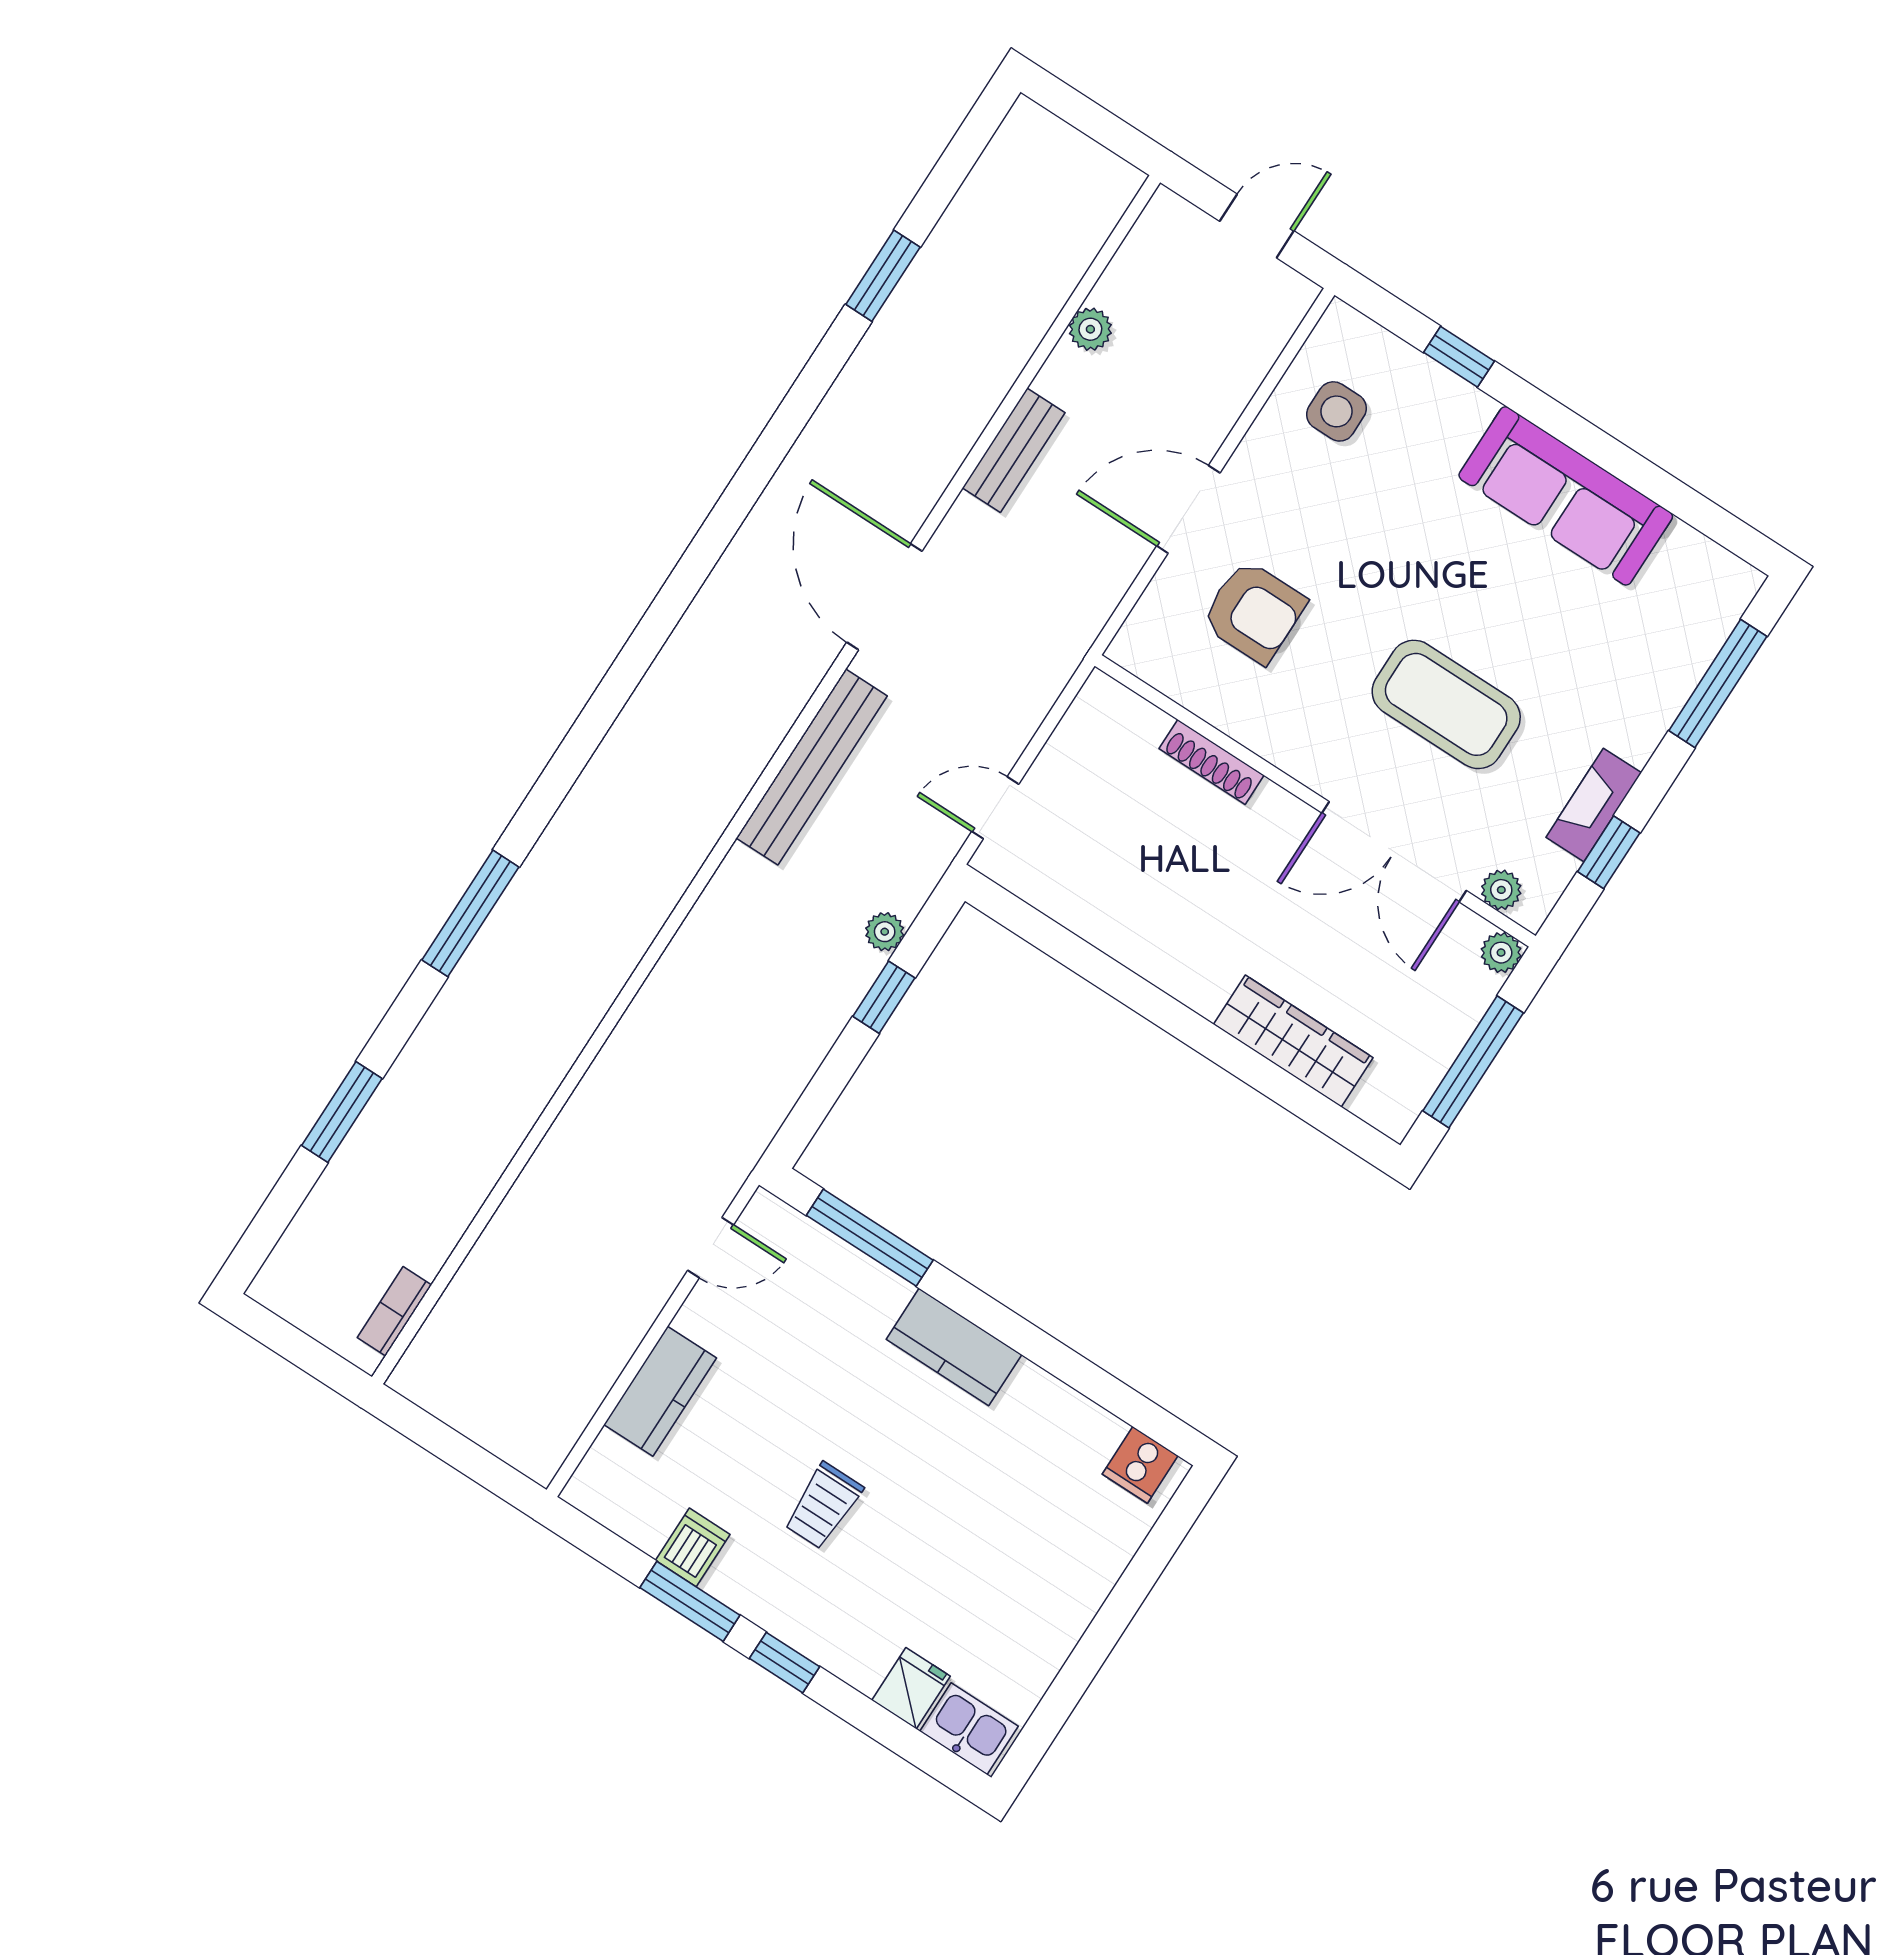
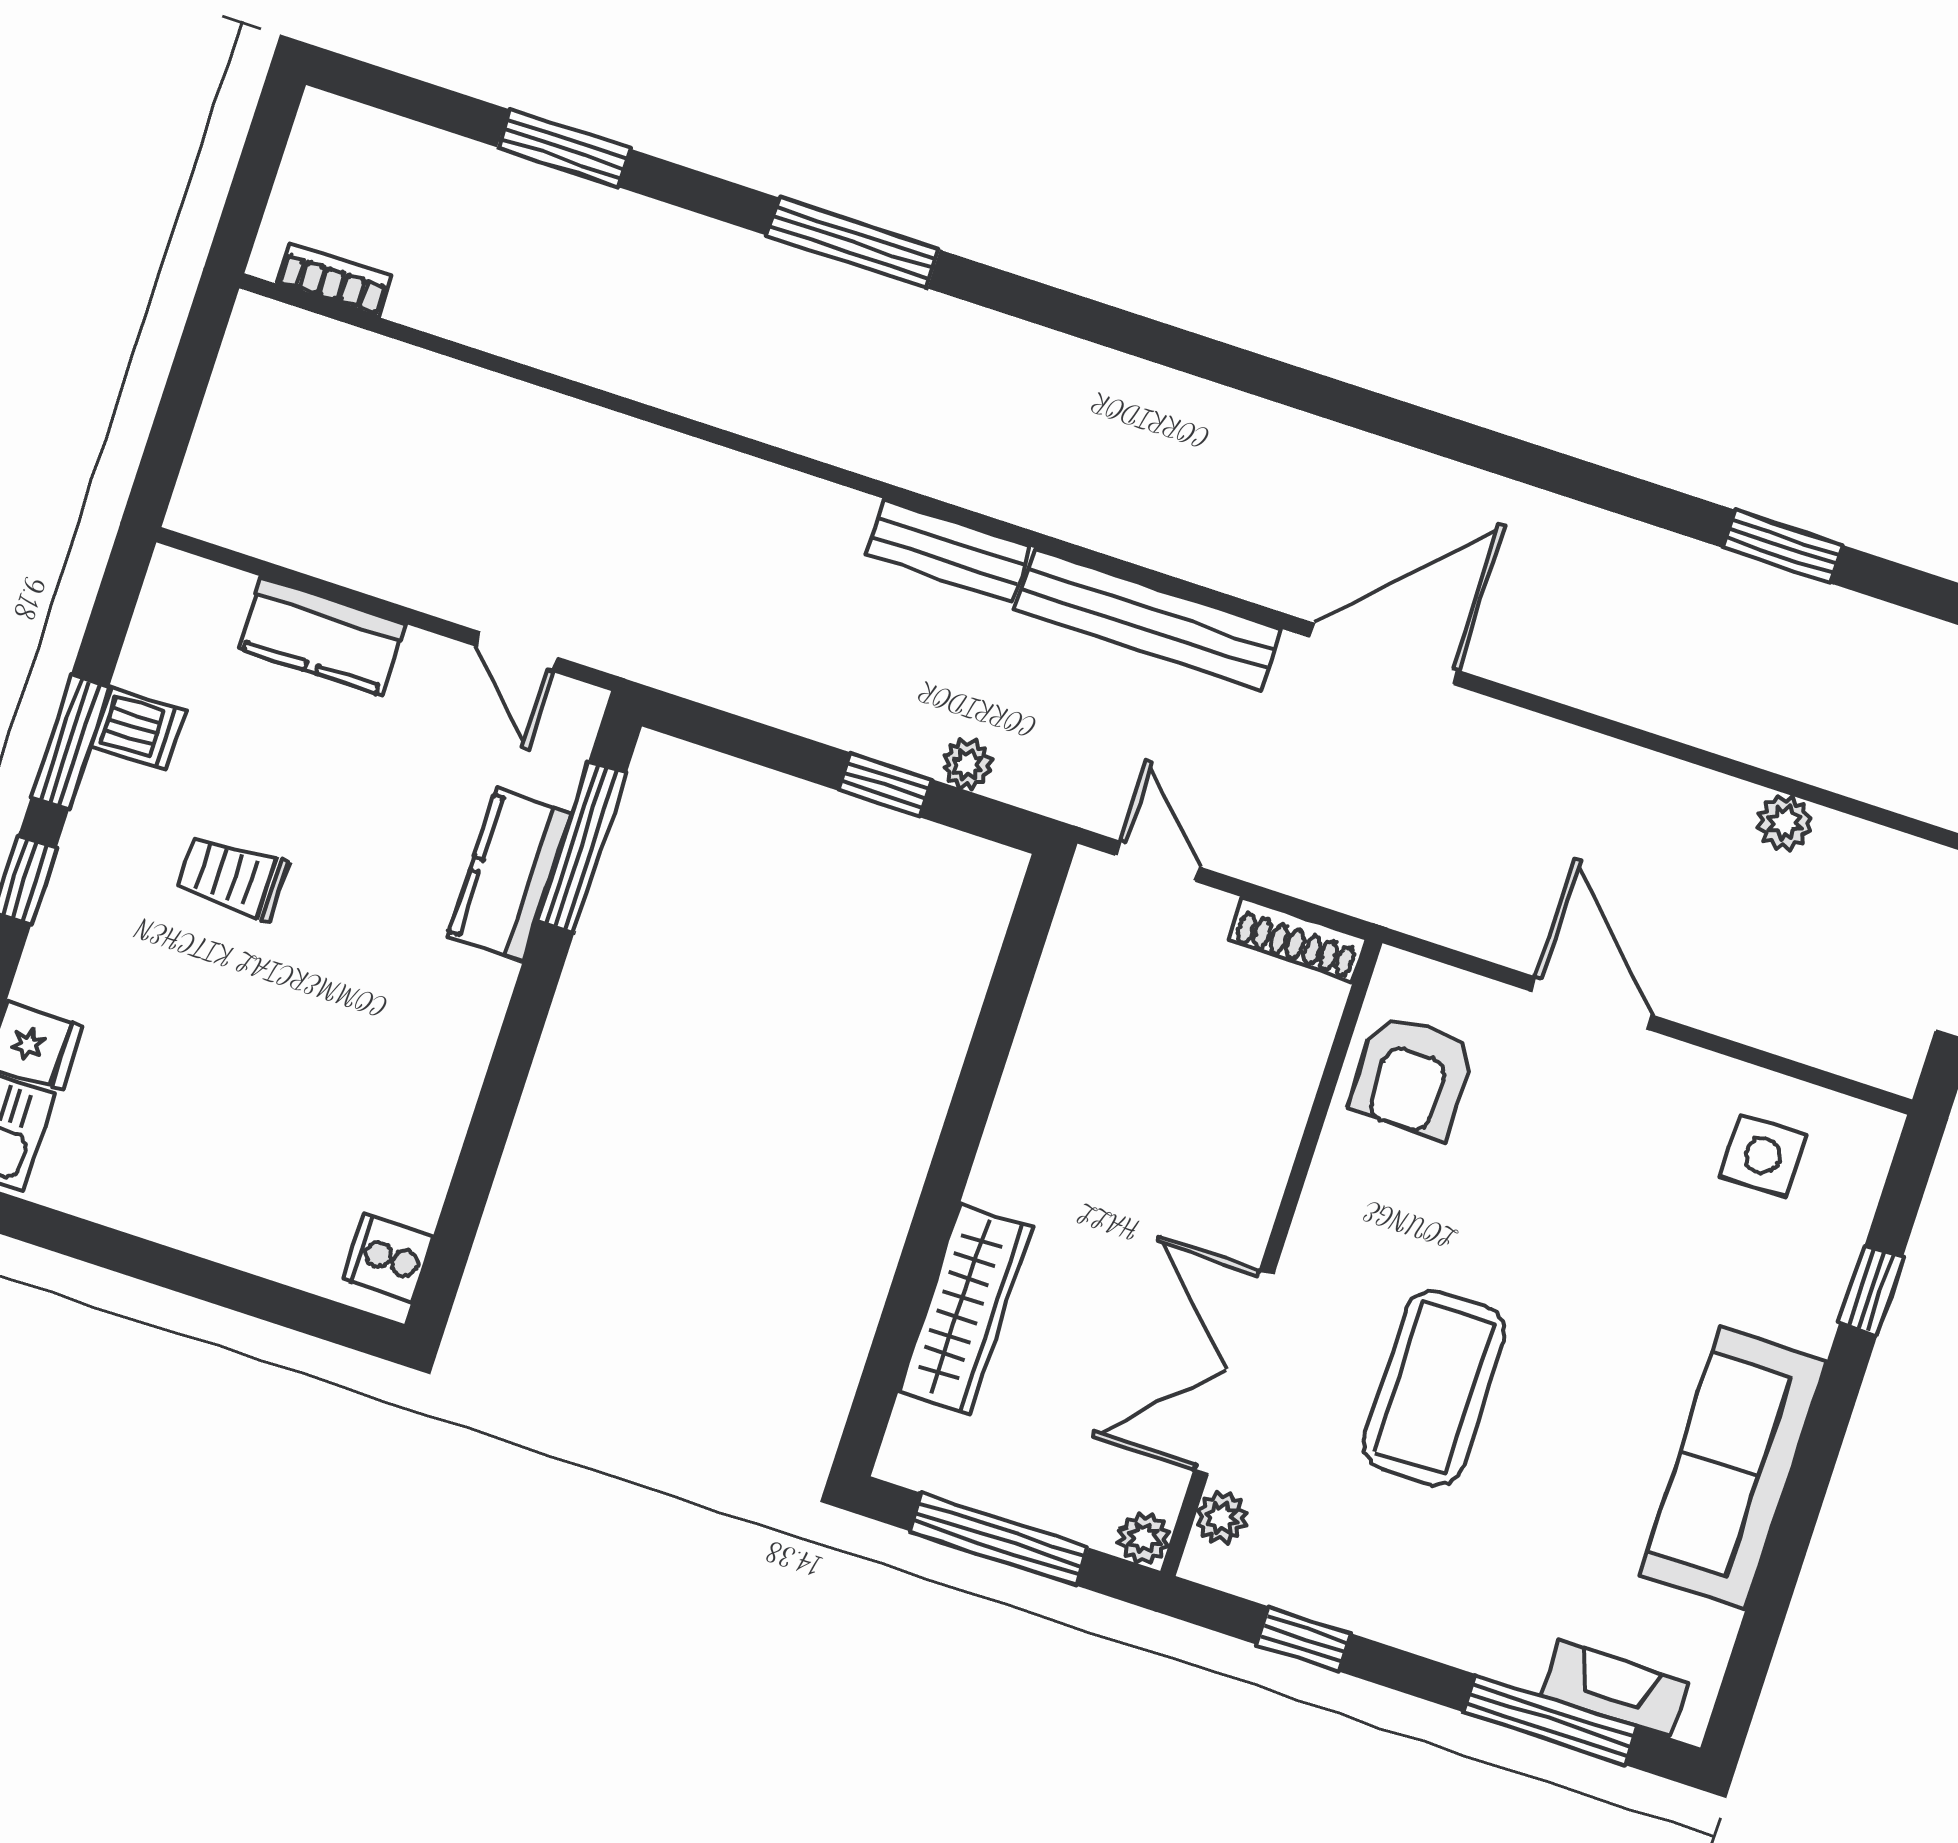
bench: (1014, 450) -> (948, 551), moved
armchair: (1254, 612) -> (1412, 1075), moved
shoe rack: (1211, 762) -> (1297, 939), moved, turned -90
fireplace: (1594, 805) -> (1615, 1689), moved
kitchen counter: (954, 1347) -> (510, 875), moved

